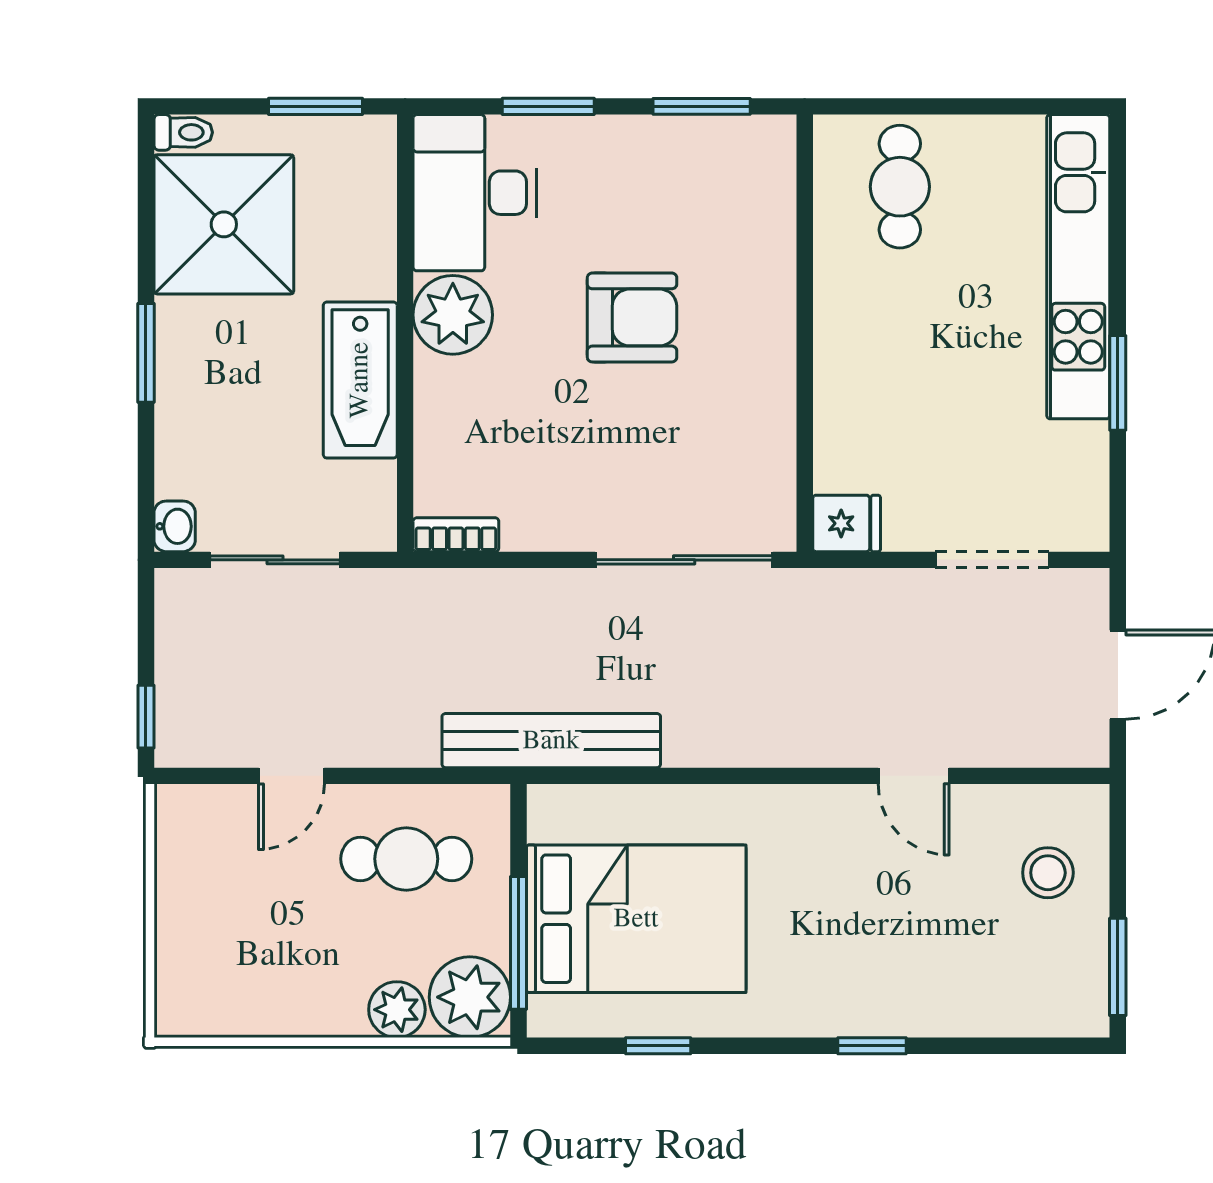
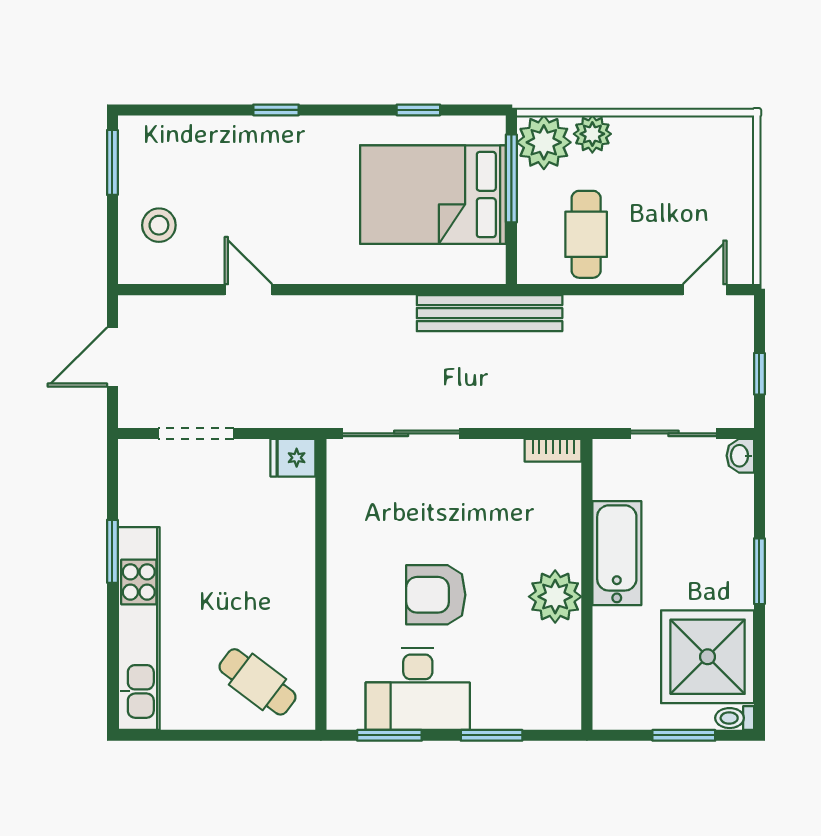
window: (315, 106) -> (684, 735), moved
cafe table: (900, 187) -> (257, 682), turned -53
desk: (475, 193) -> (418, 689), moved, turned 90
window: (146, 717) -> (759, 374), moved
door: (291, 776) -> (705, 290), moved
cafe table: (406, 859) -> (586, 234), turned 90

